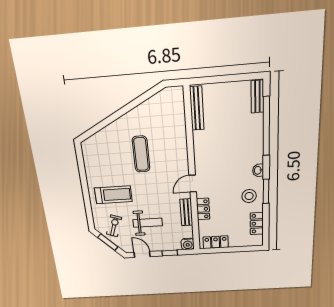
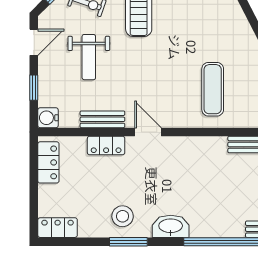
exercise mat: (141, 154) -> (213, 89), moved, turned 90
washbasin: (258, 170) -> (171, 226), width x1.91, depth x1.45
locker: (257, 224) -> (58, 228), moved

